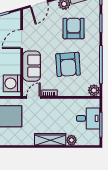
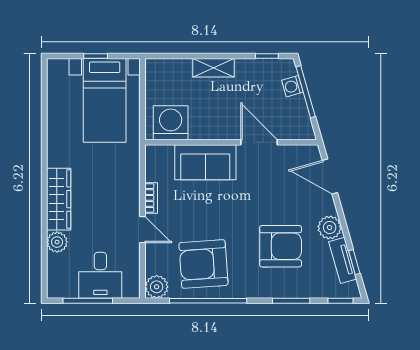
armchair: (68, 64) -> (203, 264), moved
door: (33, 97) -> (143, 230), moved

